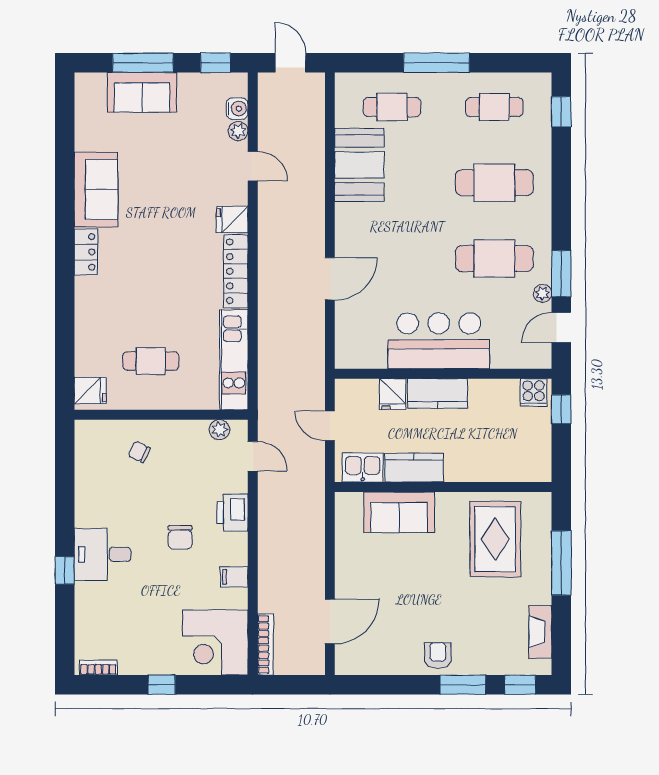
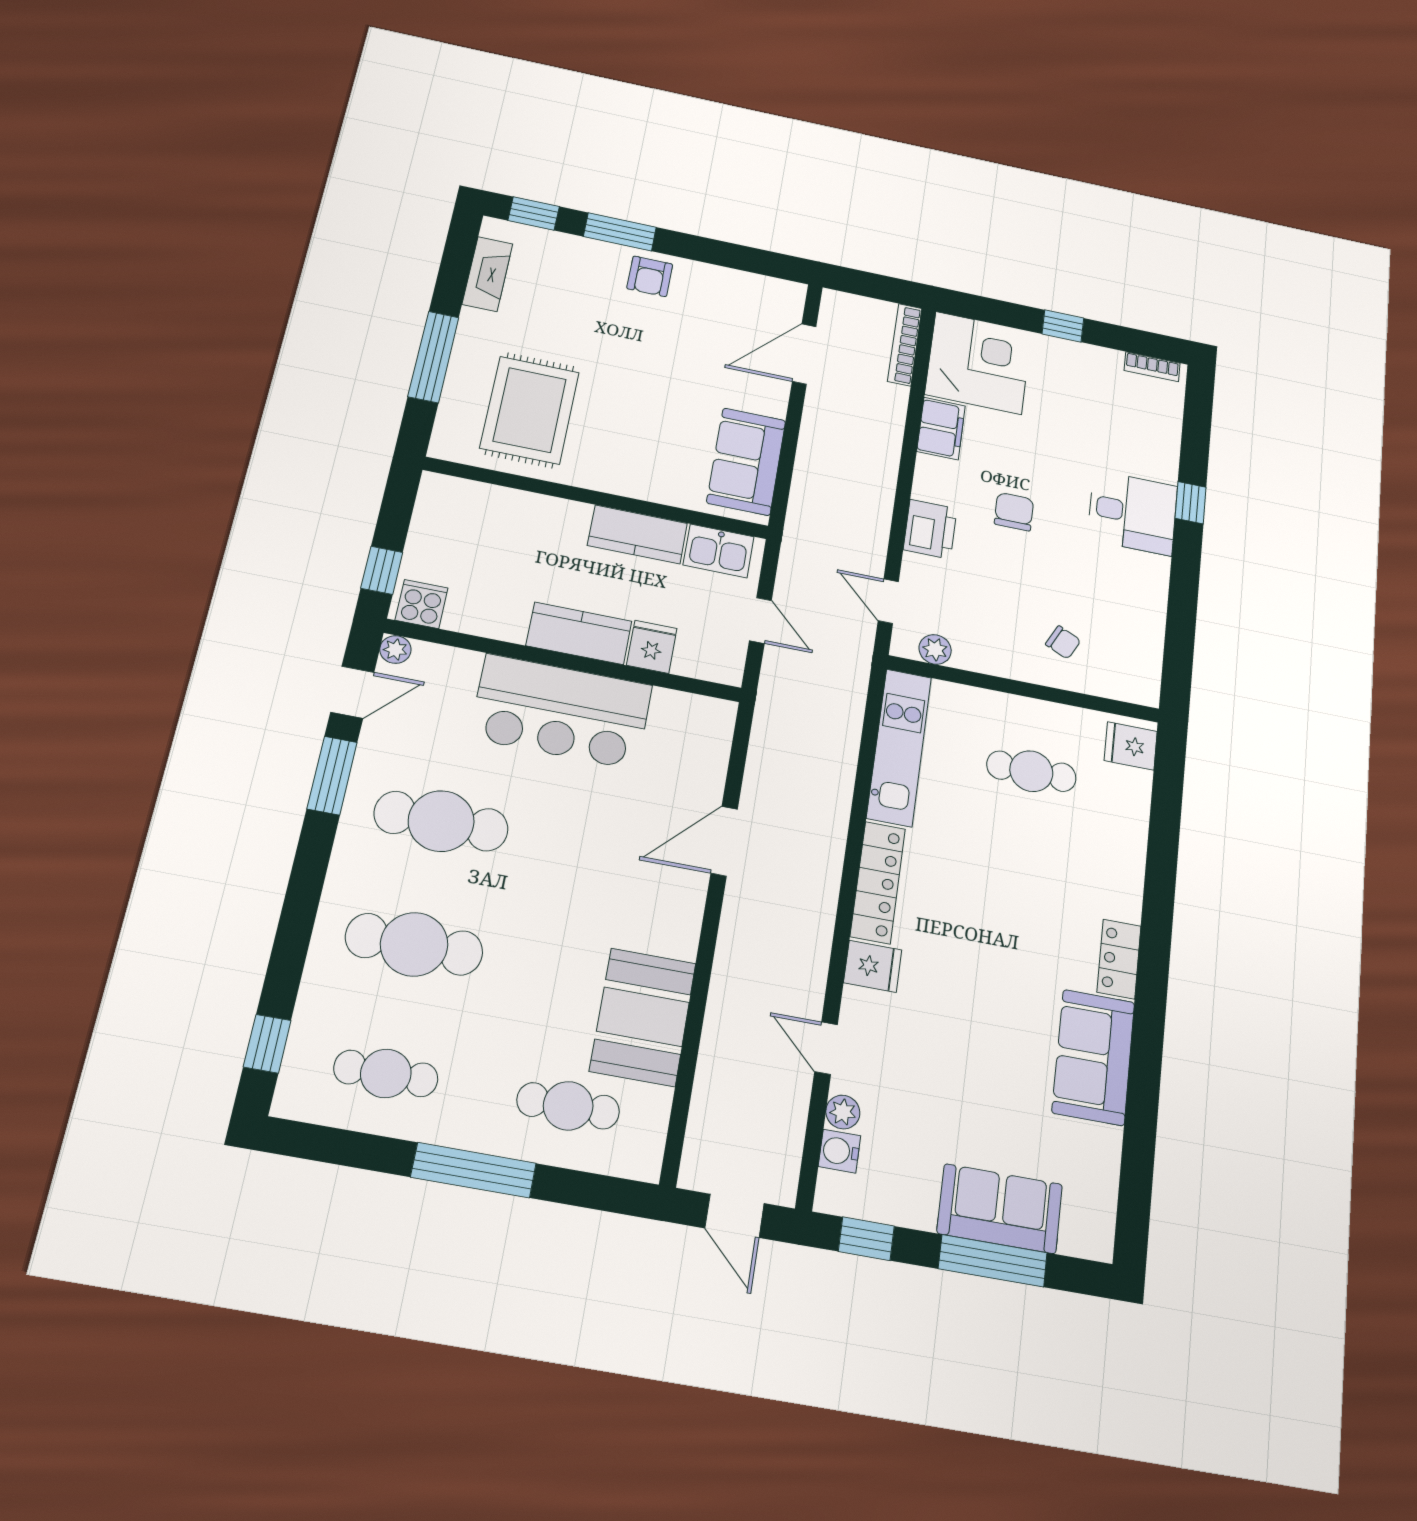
plant: (543, 293) -> (395, 650), moved
sofa: (399, 512) -> (746, 462), moved, turned -90
filing cabinet: (234, 577) -> (941, 429), width x2.00

